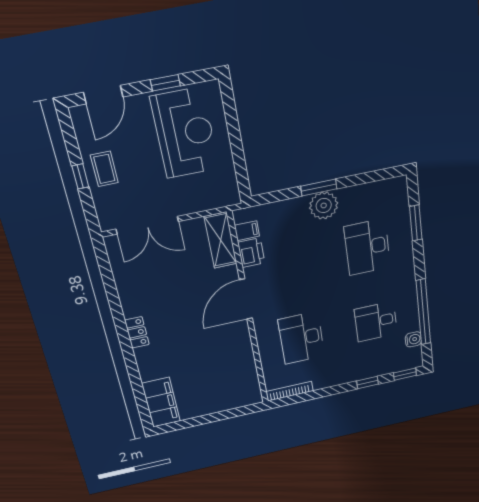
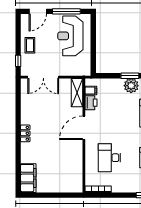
window: (165, 83) -> (66, 11), width x2.17
reception desk: (185, 133) -> (70, 36), turned 180
window: (80, 176) -> (18, 61), moved

